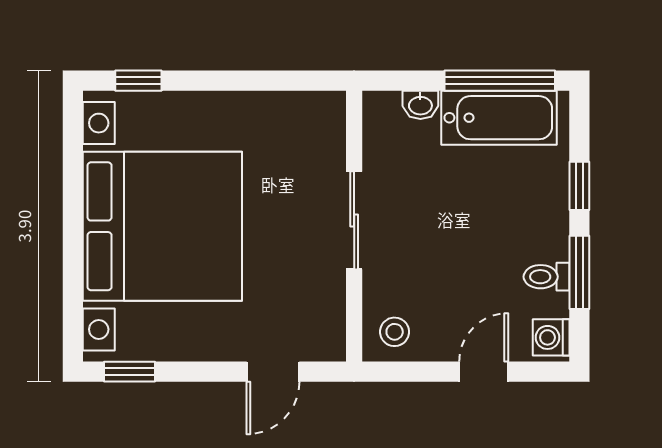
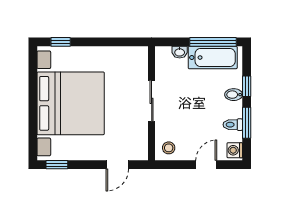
bidet: (549, 206) -> (234, 95), added

